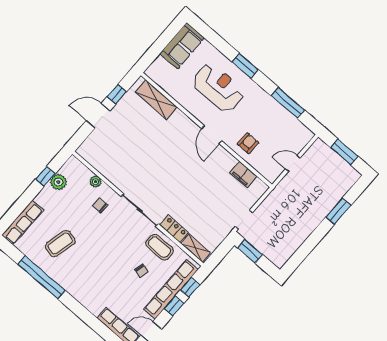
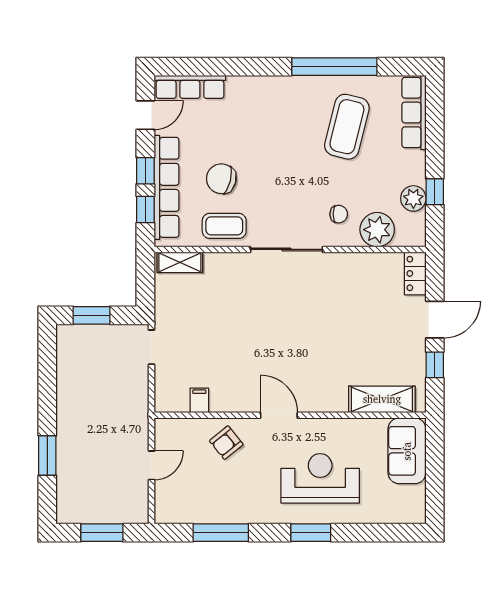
sofa: (182, 46) -> (407, 451), moved
reception desk: (218, 88) -> (320, 478), turned 180
armchair: (248, 143) -> (226, 443), turned 51
filing cabinet: (243, 175) -> (199, 400), width x0.50
plant: (96, 182) -> (377, 230), width x1.88, depth x1.88
locker: (174, 229) -> (415, 273), moved, turned 90
coffee table: (60, 244) -> (347, 127), width x1.36, depth x1.32
window: (250, 251) -> (92, 315), moved
chair: (141, 271) -> (221, 179), width x1.87, depth x1.87

